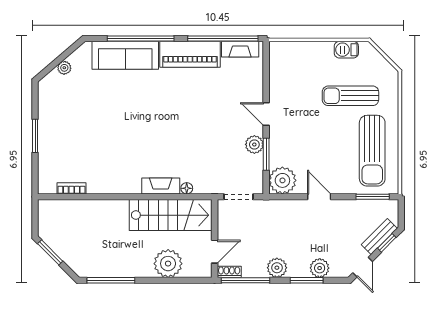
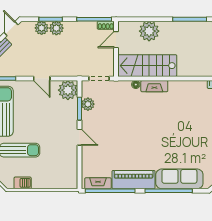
plant: (254, 144) -> (88, 104), moved
plant: (277, 268) -> (56, 28), moved

